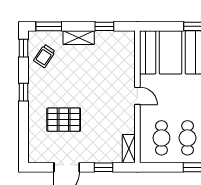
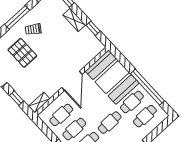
trolley: (44, 56) -> (33, 29), moved
window: (23, 92) -> (17, 17), width x2.17
door: (137, 96) -> (72, 81), width x1.87

